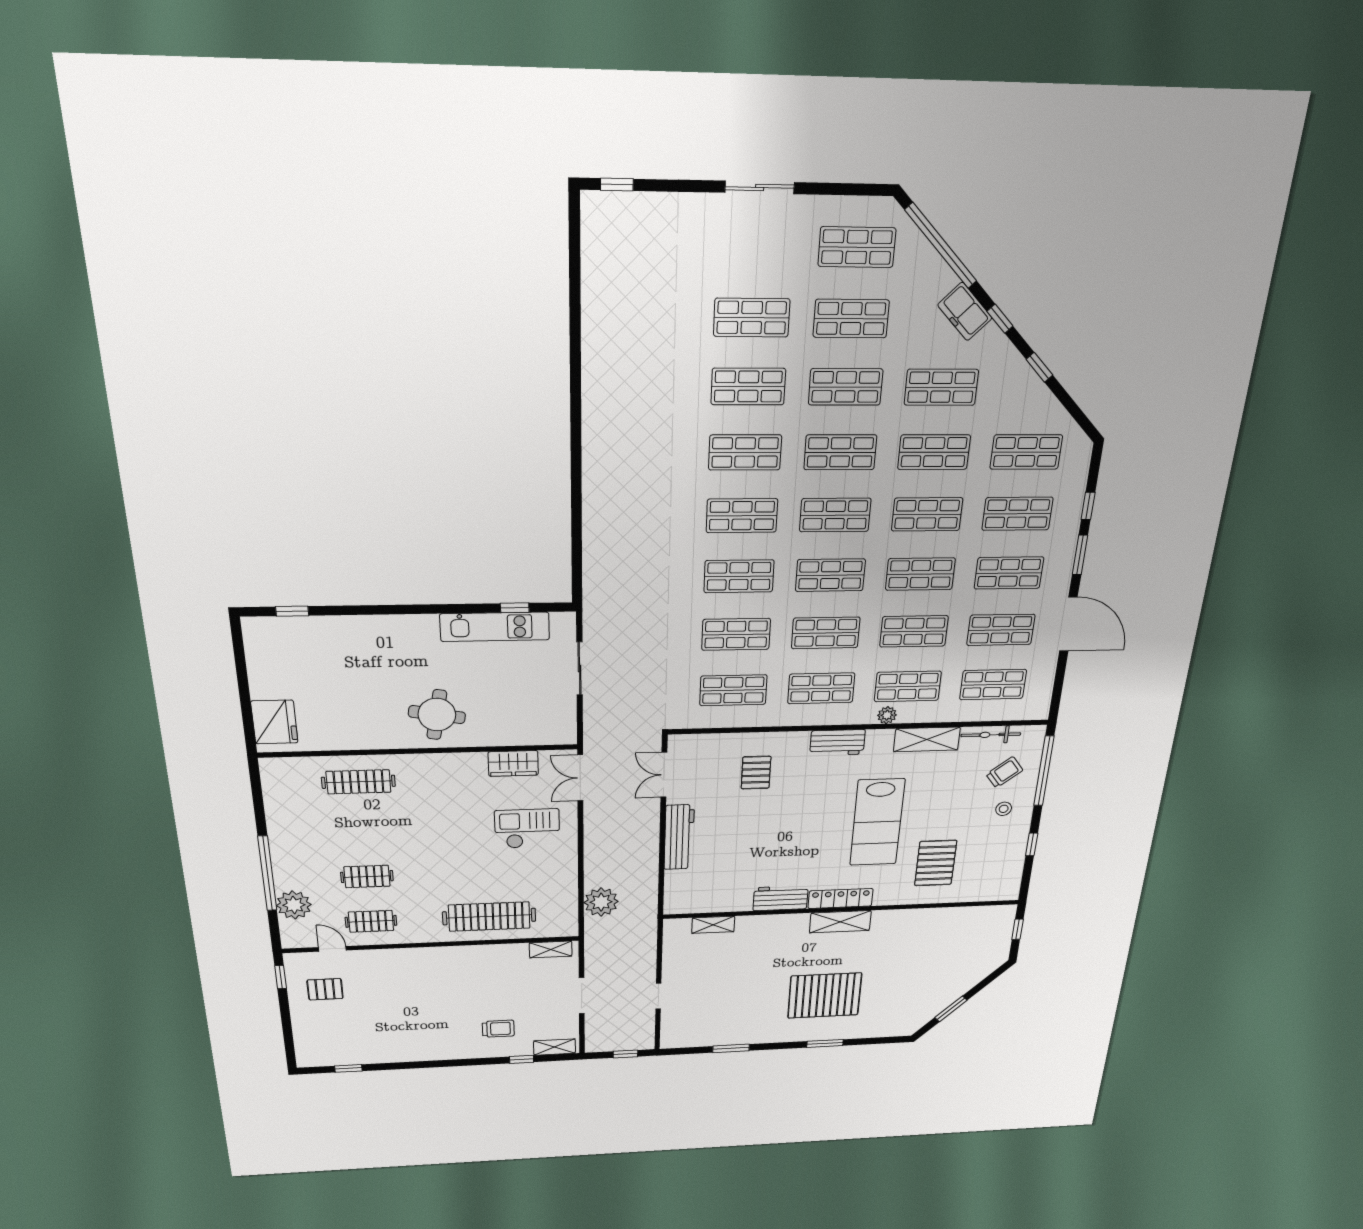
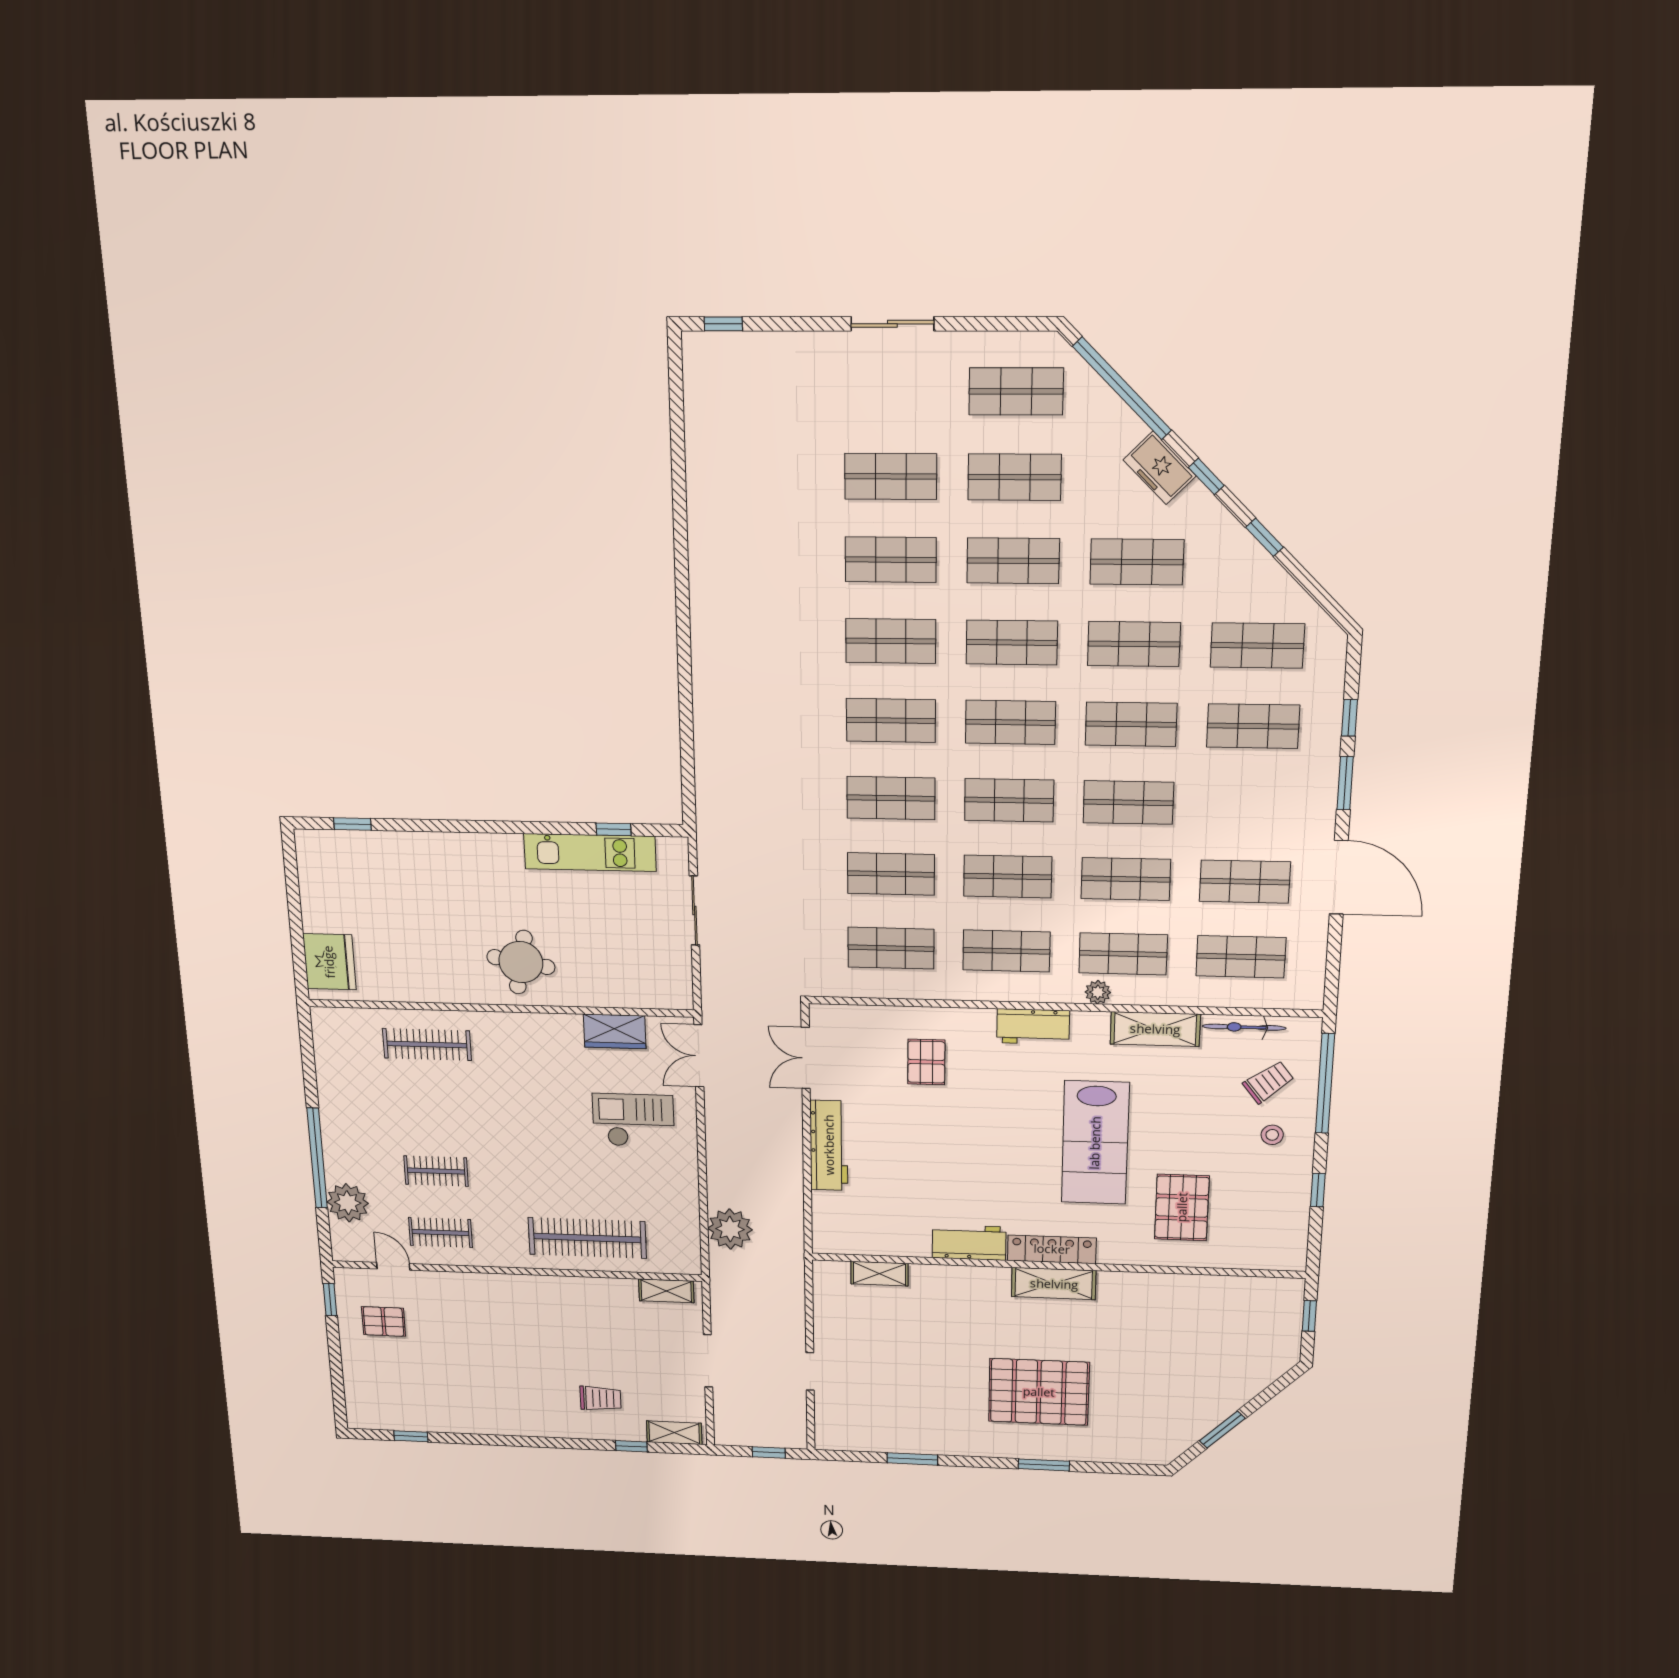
shop shelf: (1009, 573) -> (1249, 805), removed

